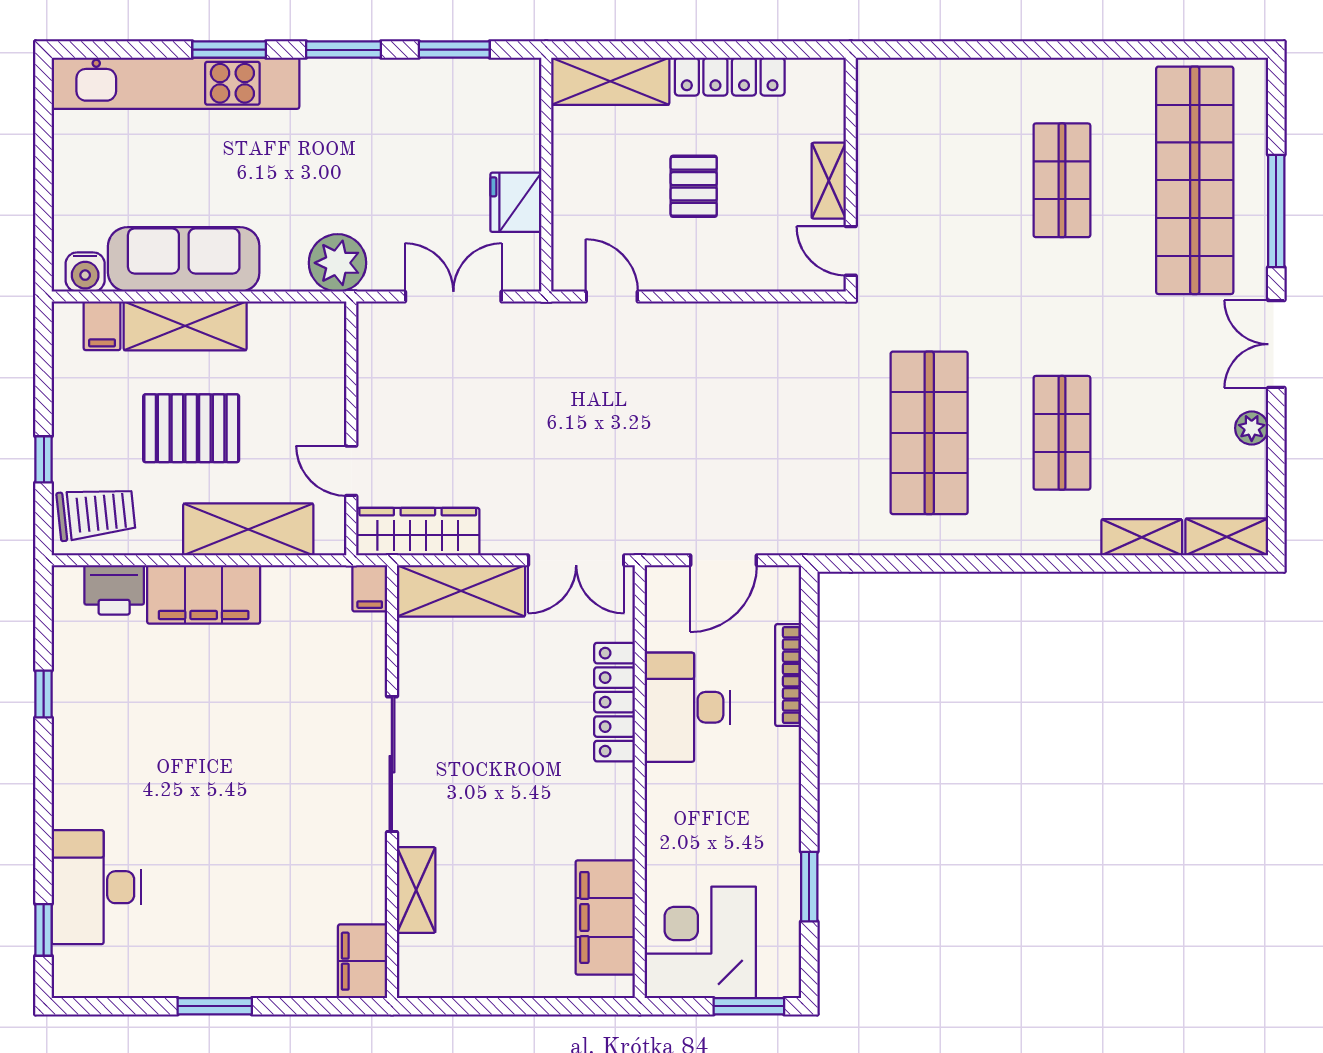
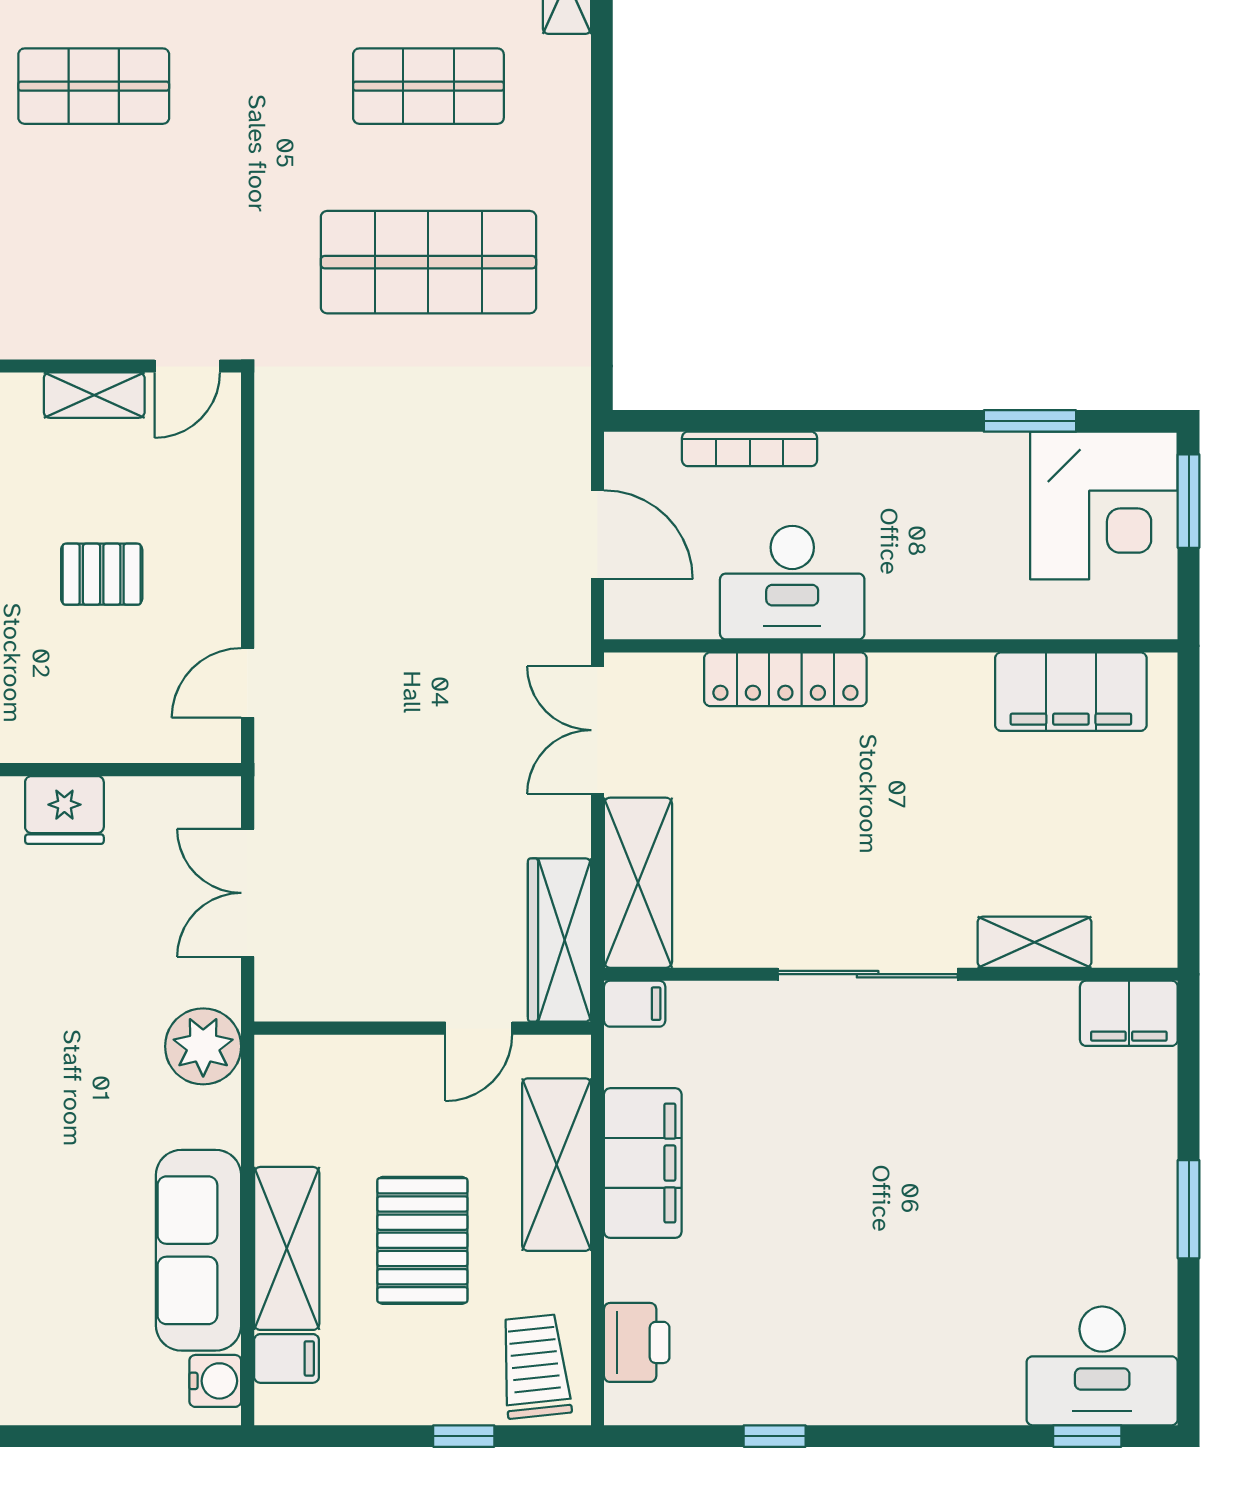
fridge: (516, 202) -> (64, 810), moved
double door: (576, 560) -> (598, 730), swing flipped
filing cabinet: (204, 594) -> (643, 1163), moved
desk: (96, 887) -> (1102, 1366), moved
corner desk: (700, 942) -> (1104, 505), moved, turned -90

